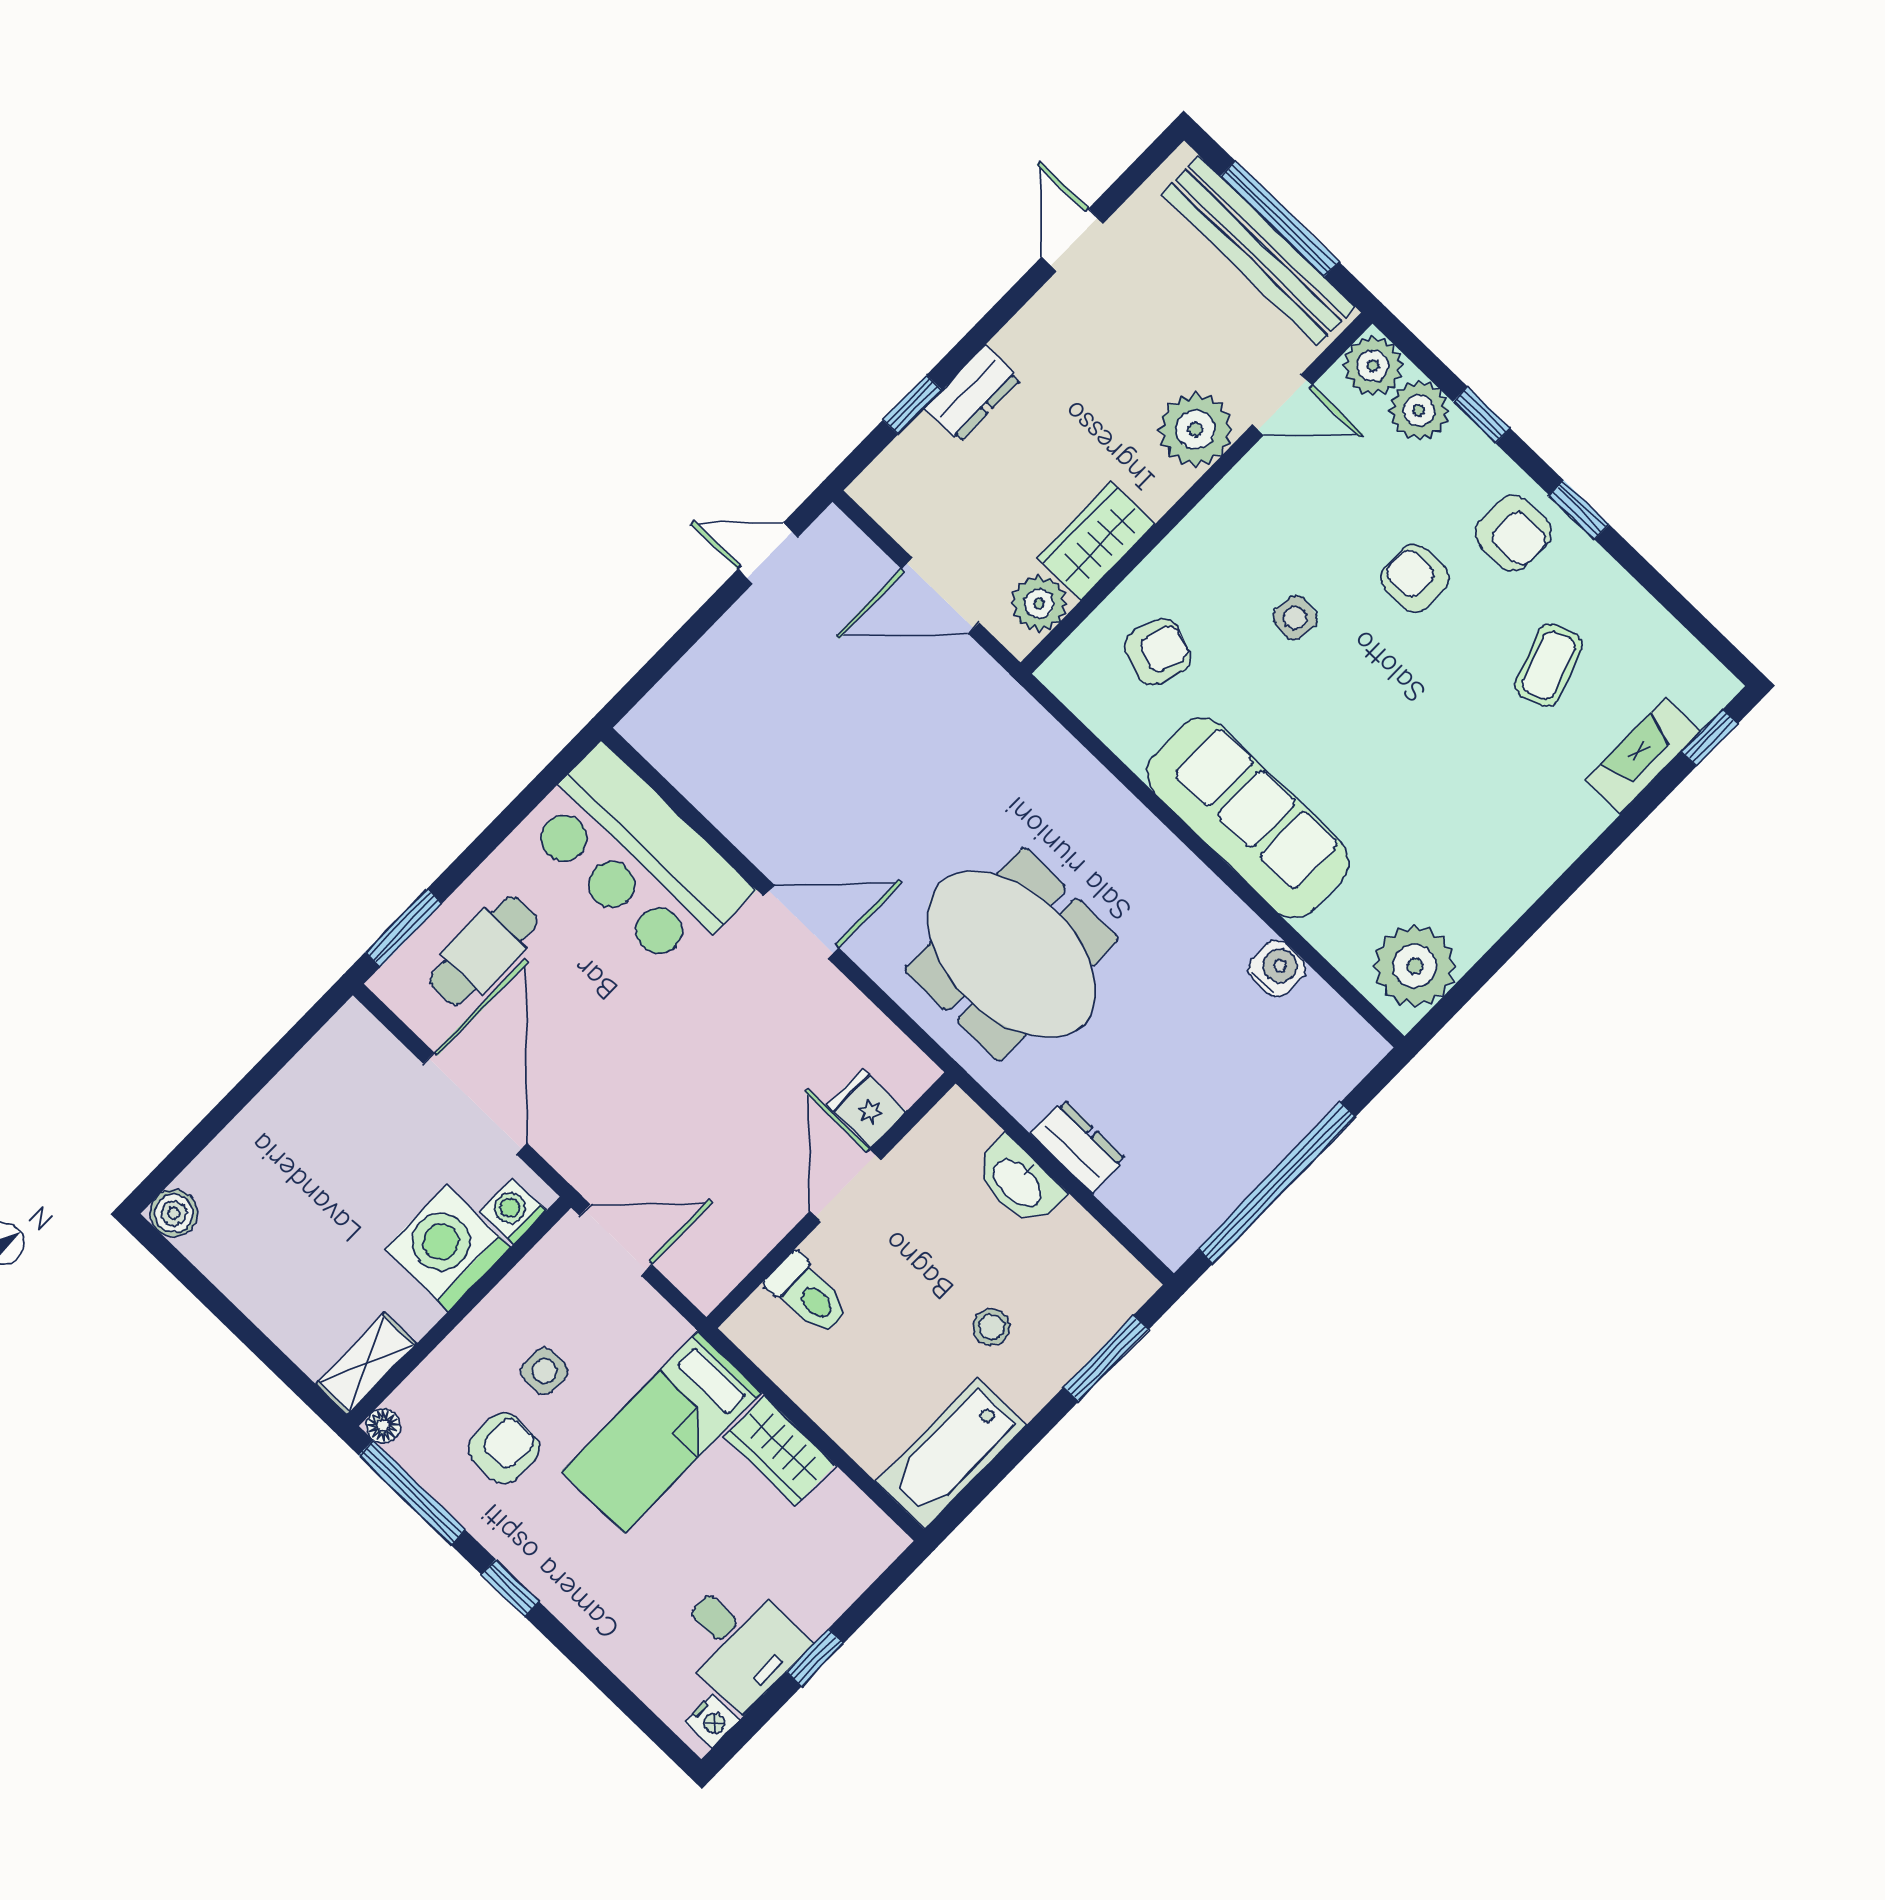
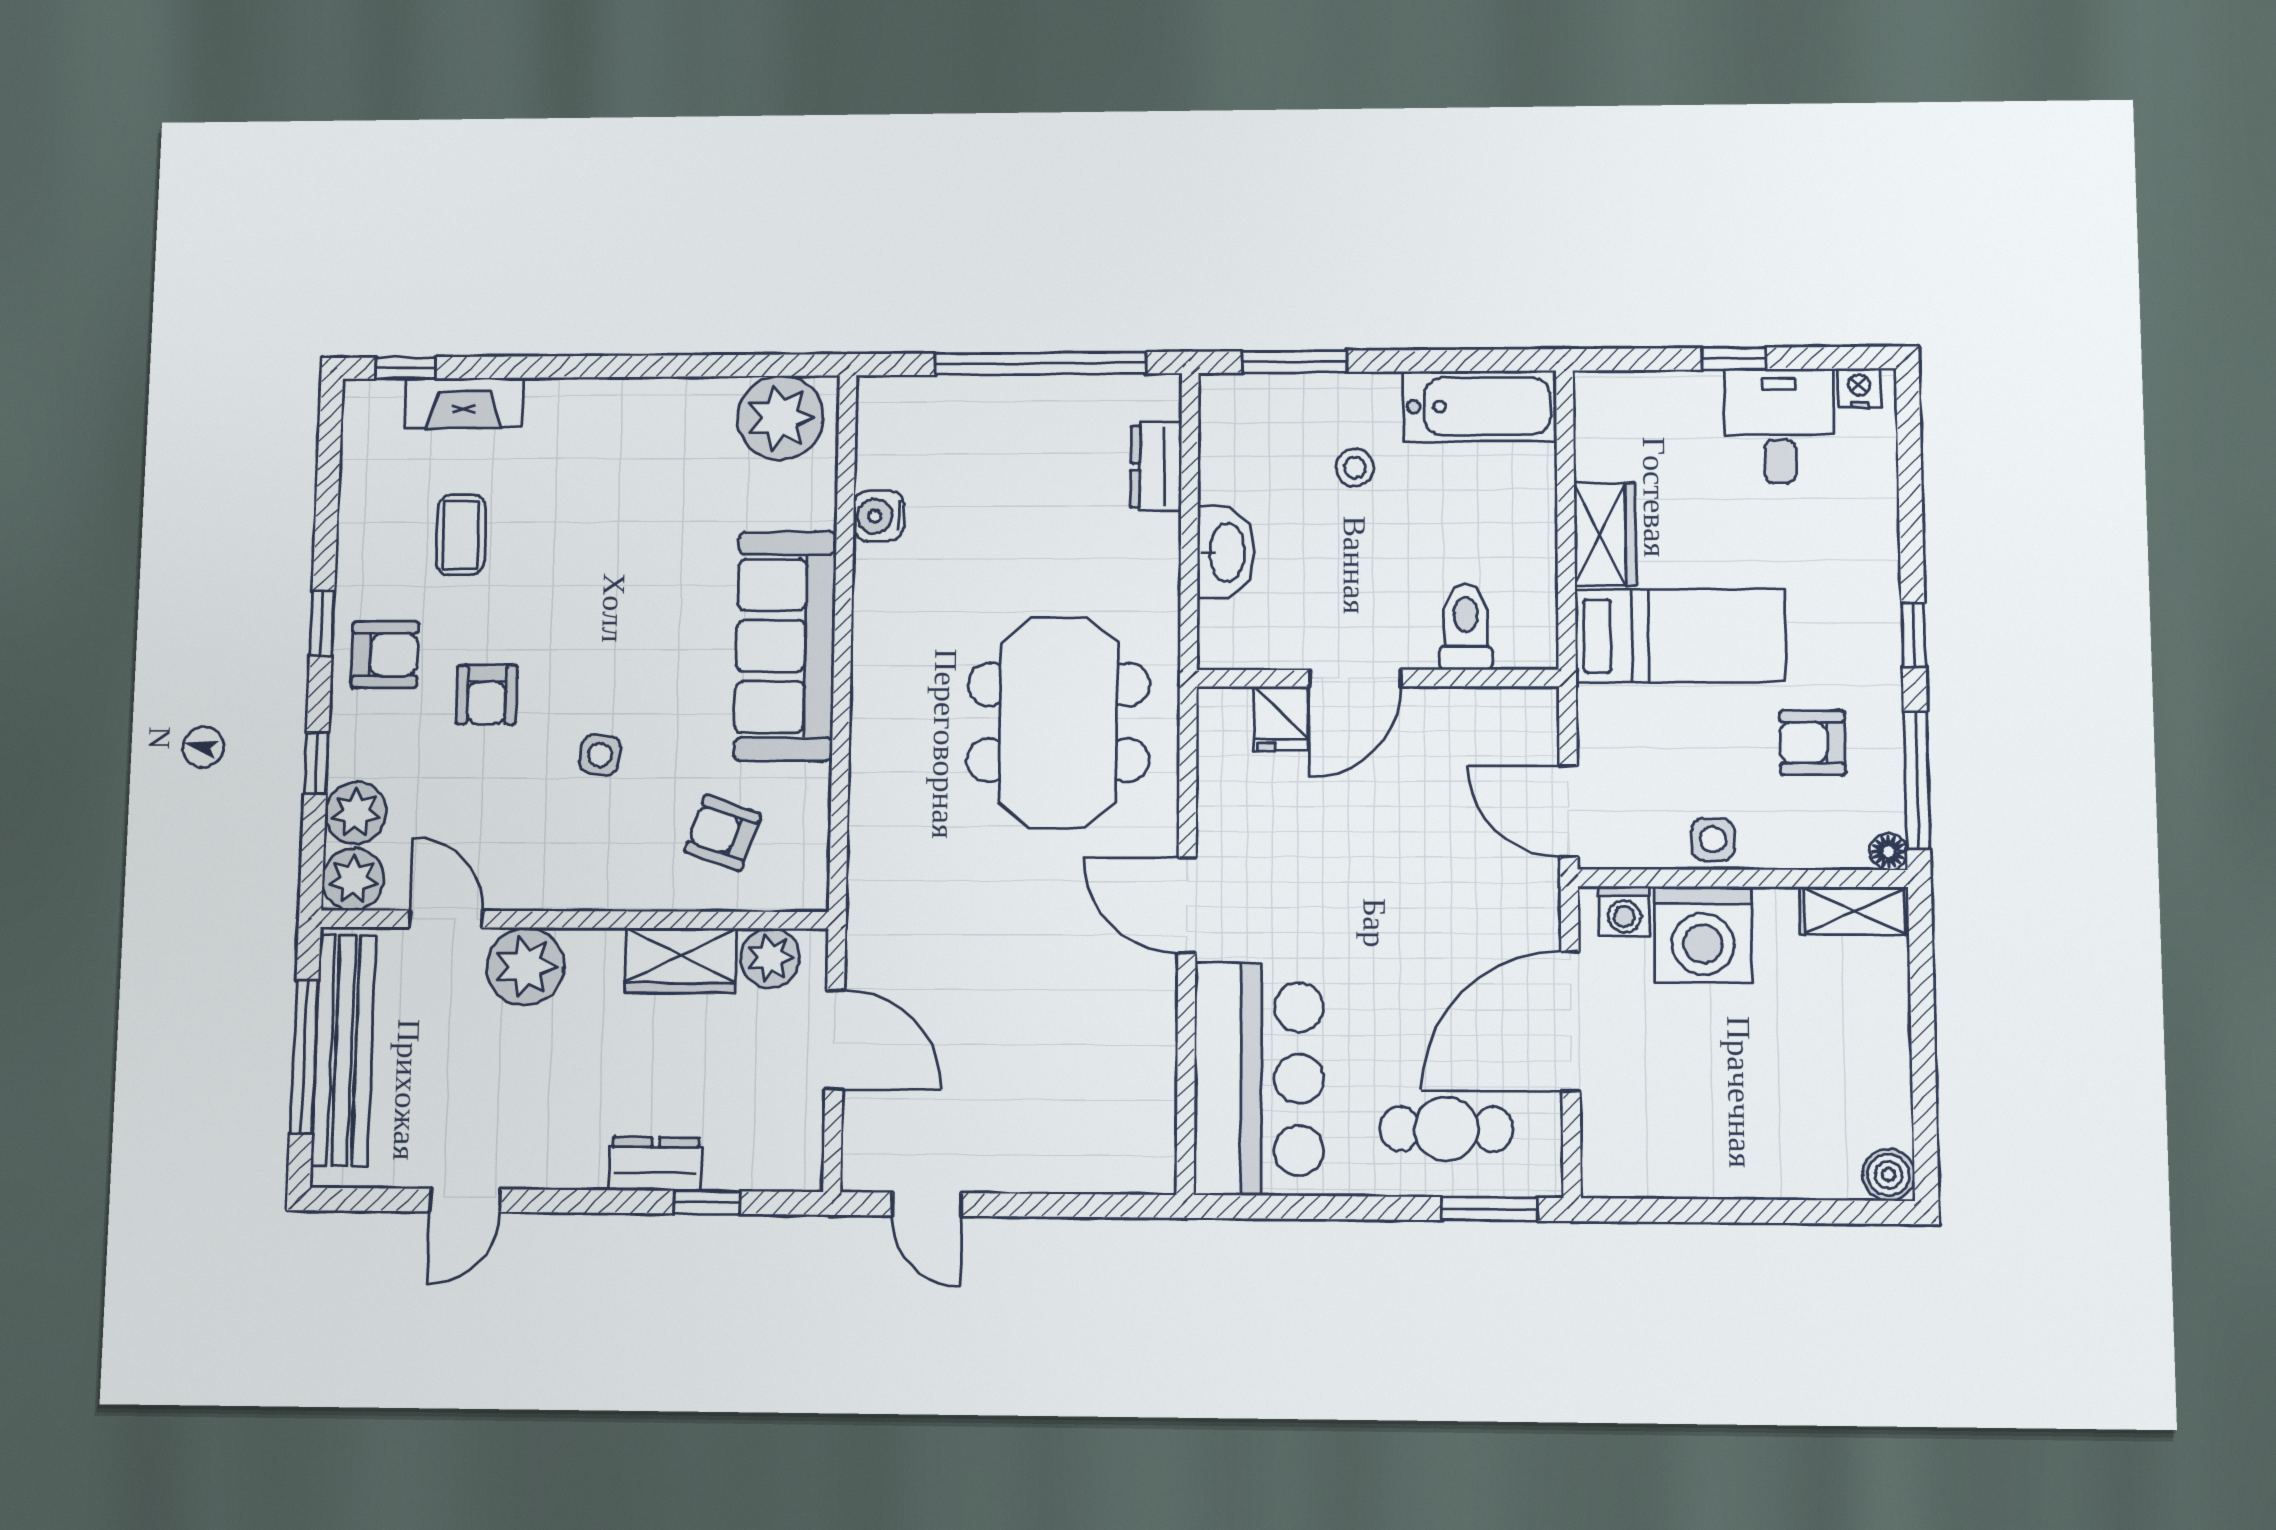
armchair: (1513, 533) -> (385, 655), turned 90
coffee table: (1549, 665) -> (461, 535), turned -71
dresser: (1078, 1146) -> (1156, 467), moved
side table: (544, 1371) -> (1713, 839), moved

